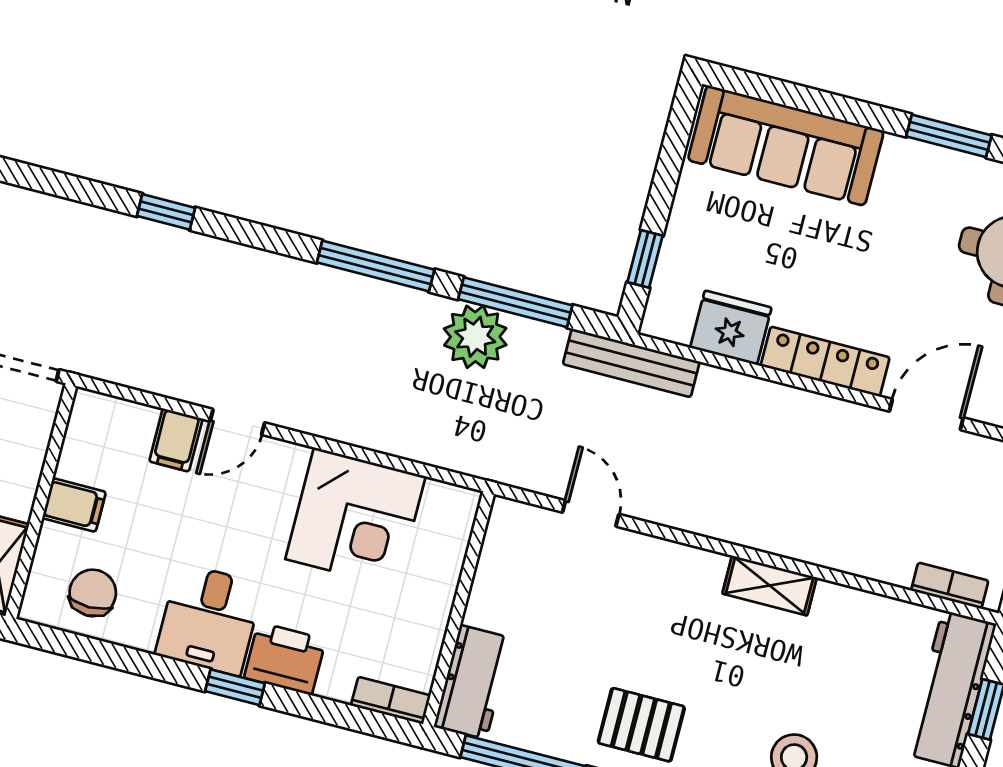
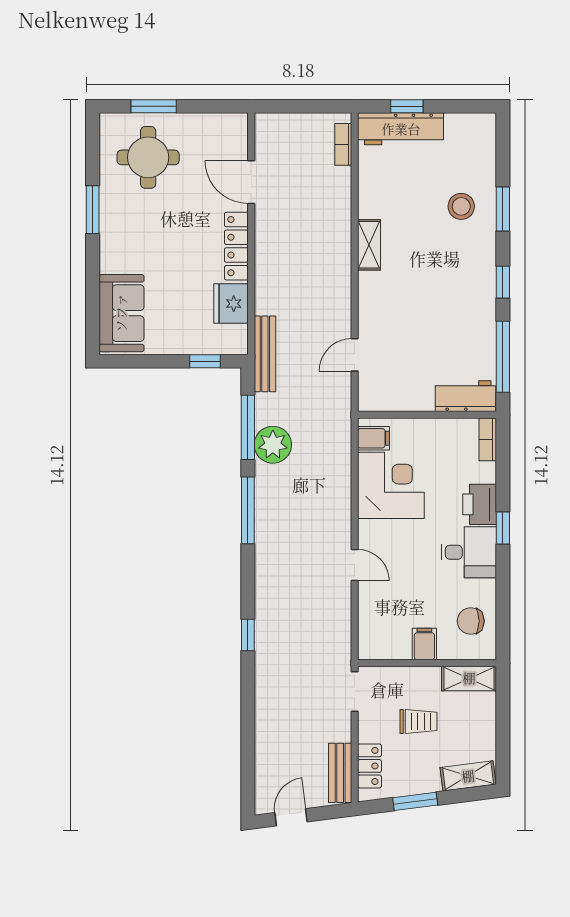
sofa: (786, 146) -> (121, 313), width x0.73
filing cabinet: (176, 440) -> (374, 438), moved
pallet: (641, 725) -> (465, 296), removed

